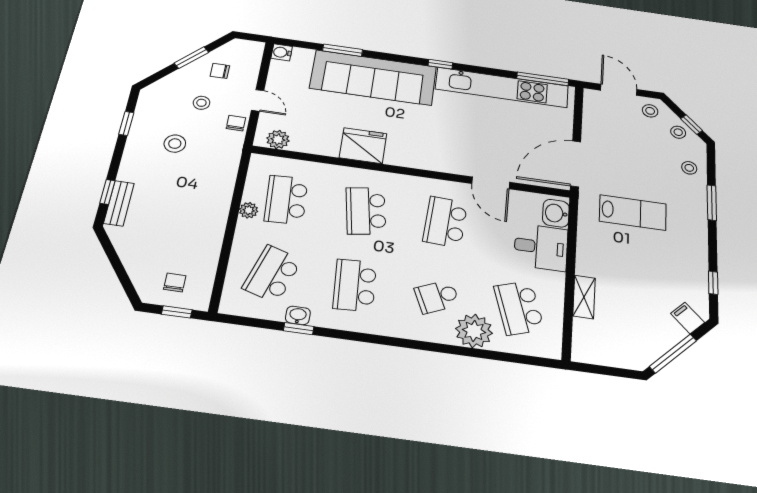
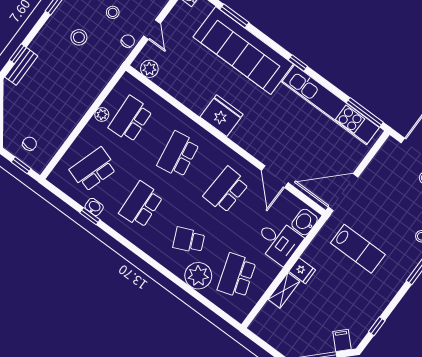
fridge: (363, 146) -> (222, 116), moved
fridge: (589, 265) -> (302, 271), added

